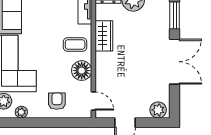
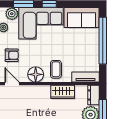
door: (93, 101) -> (12, 84), swing flipped

